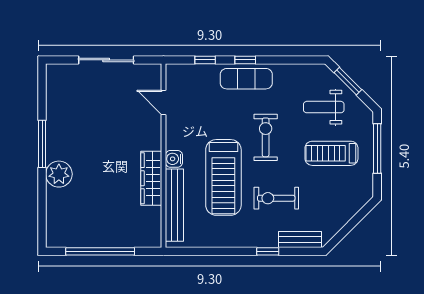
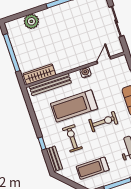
treadmill: (331, 153) -> (93, 168), moved, turned -90
water cooler: (174, 159) -> (85, 72), moved
plant: (59, 174) -> (31, 21), moved
wardrobe: (151, 178) -> (39, 74), moved

